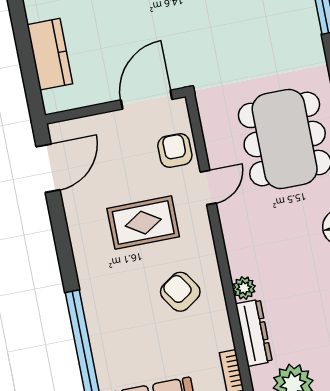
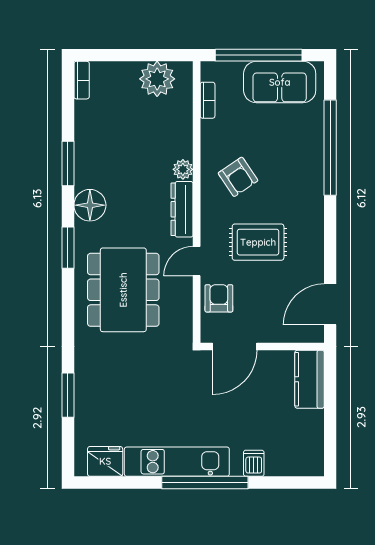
kitchen counter: (50, 54) -> (310, 379), moved
armchair: (175, 151) -> (219, 298), turned 180
dresser: (254, 333) -> (182, 209), moved

